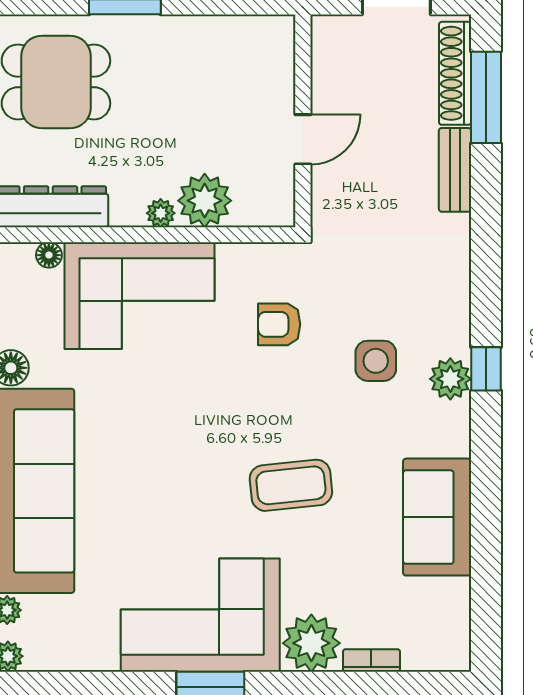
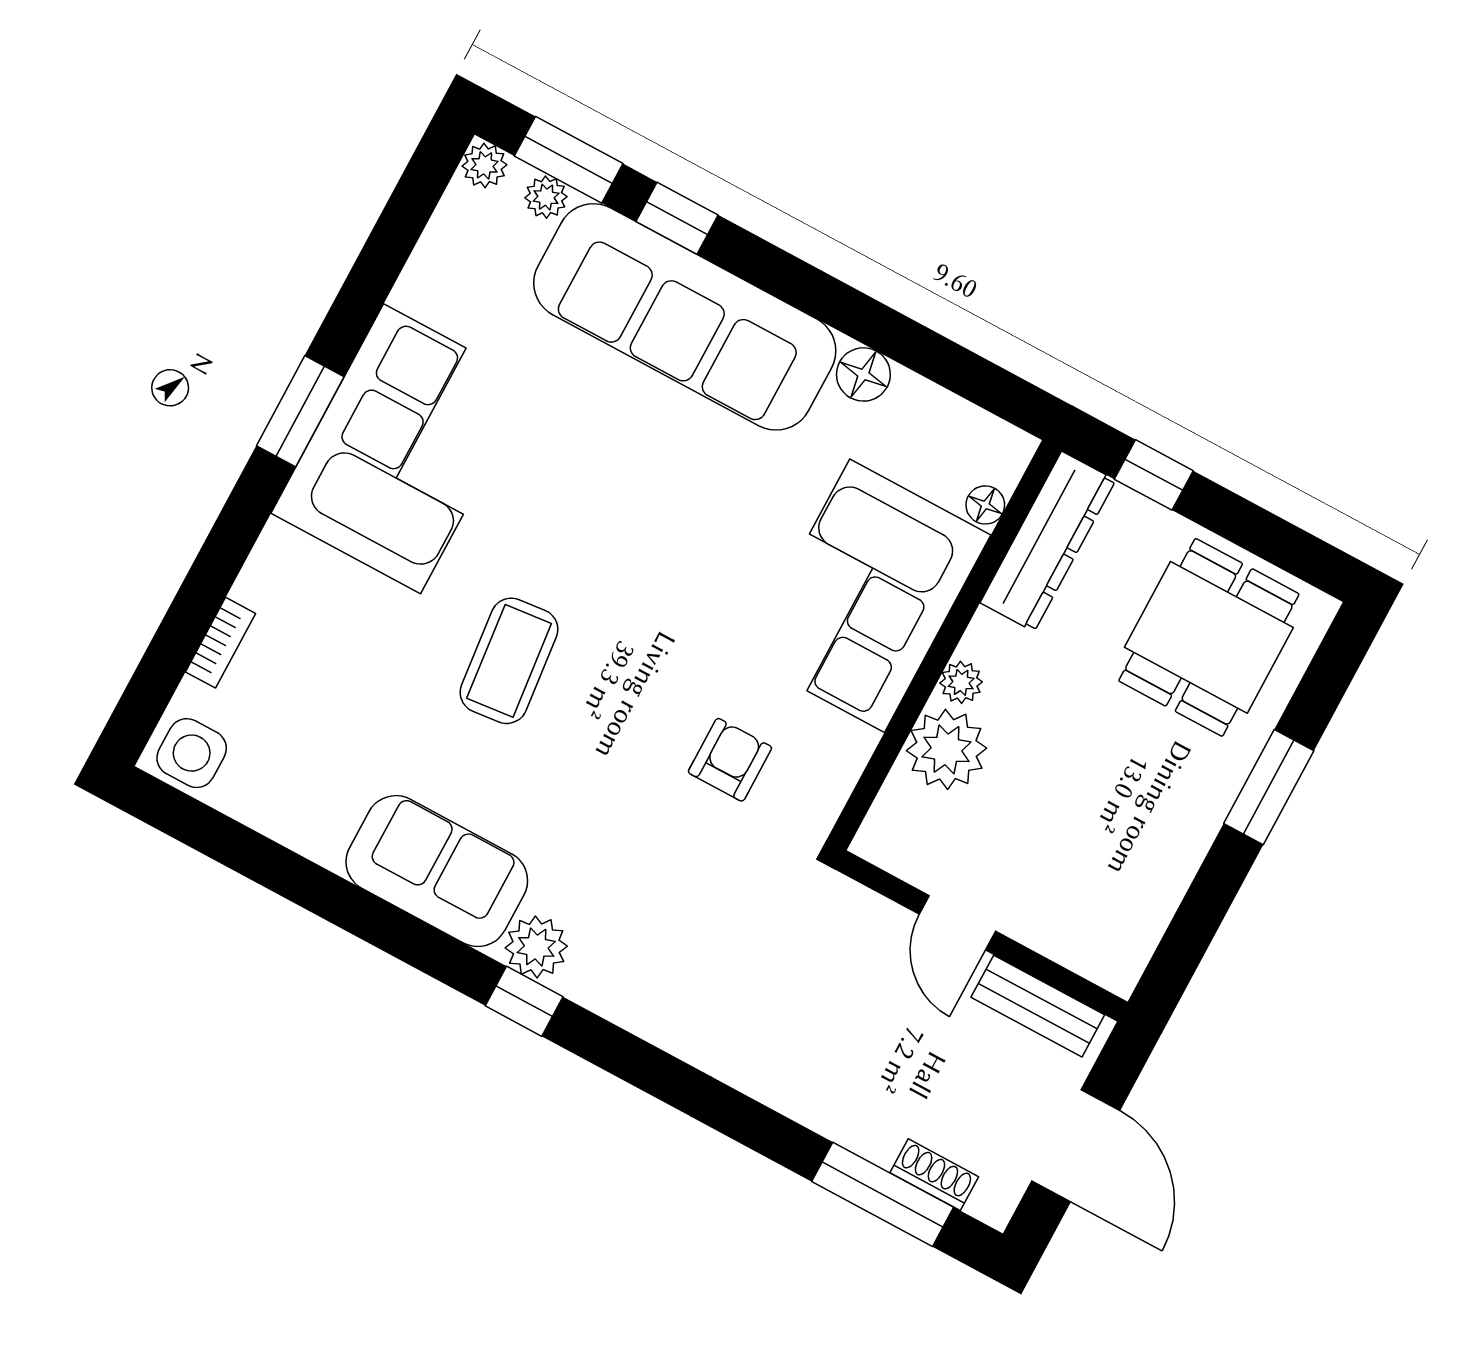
shoe rack: (455, 73) -> (934, 1175), width x0.51, depth x0.81
bench: (455, 170) -> (1038, 1006), moved
side table: (376, 361) -> (192, 753), moved
sofa: (437, 517) -> (437, 871), moved
plant: (311, 643) -> (286, 576), removed

